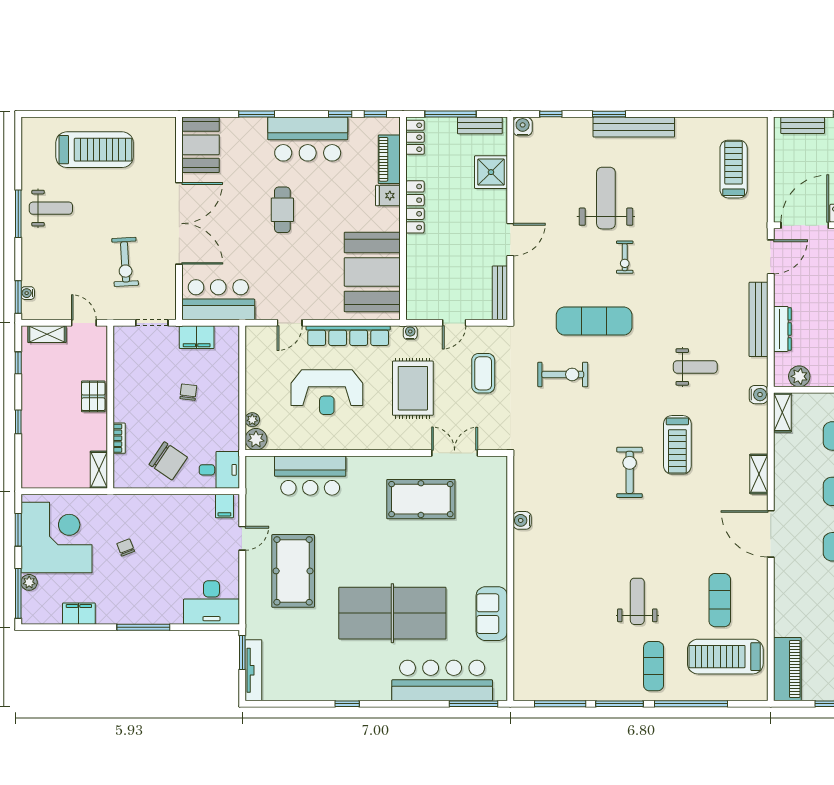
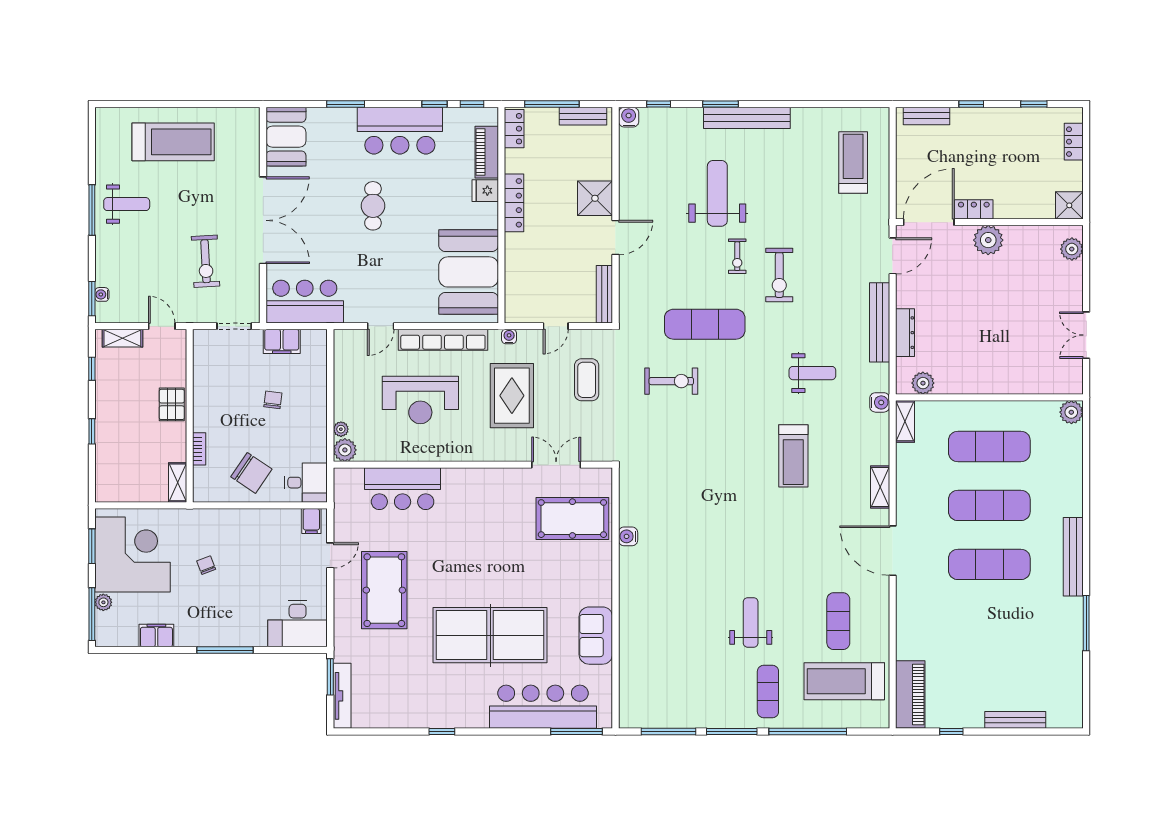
shower: (491, 172) -> (595, 198), moved
exercise bike: (630, 472) -> (779, 275), moved, turned 180
pool table: (421, 499) -> (572, 519), moved

